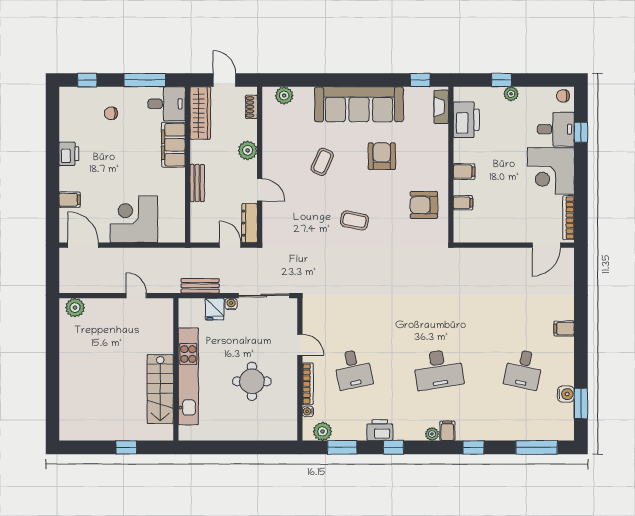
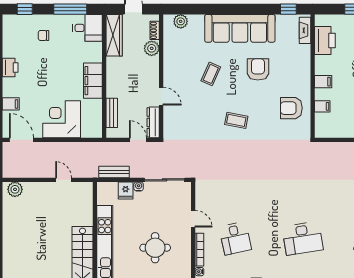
filing cabinet: (173, 145) -> (93, 81), moved
plant: (248, 150) -> (152, 48), moved
bench: (197, 183) -> (112, 113), moved

